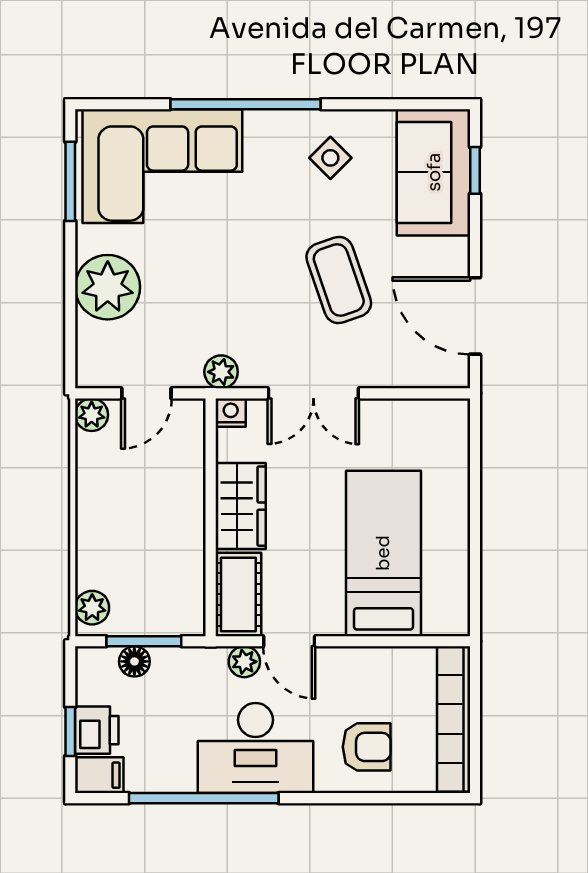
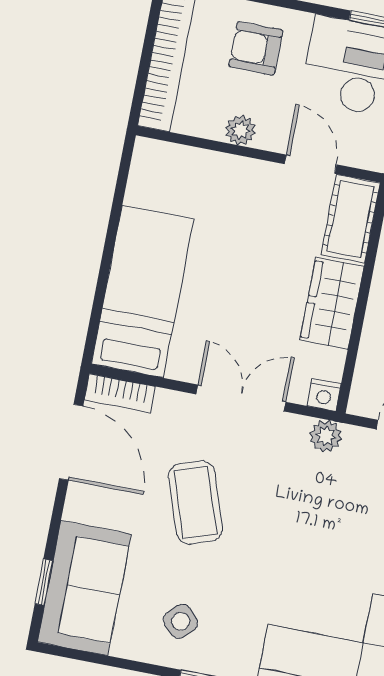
bookcase: (436, 375) -> (120, 393), added
bed: (383, 553) -> (143, 291), moved, turned 180
plant: (244, 662) -> (240, 130), moved

